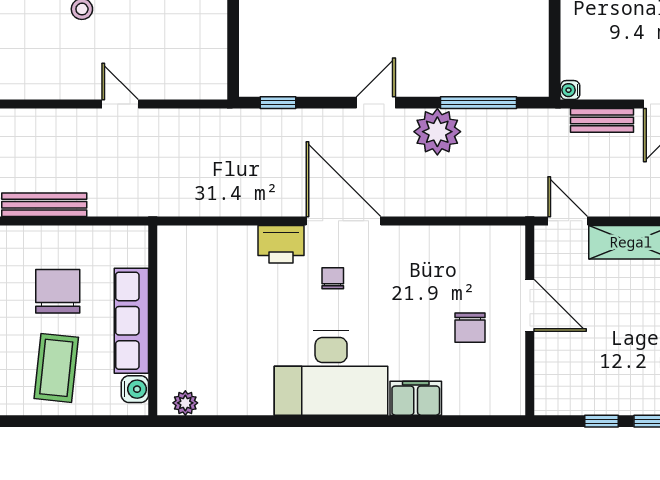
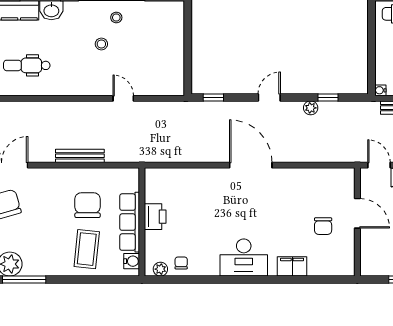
window: (479, 103) -> (328, 97), width x0.46
plant: (437, 132) -> (311, 108), width x0.53, depth x0.53
printer: (281, 244) -> (155, 217), moved, turned -90
chair: (333, 278) -> (181, 263), moved
desk: (331, 373) -> (244, 257), width x0.73, depth x0.77

